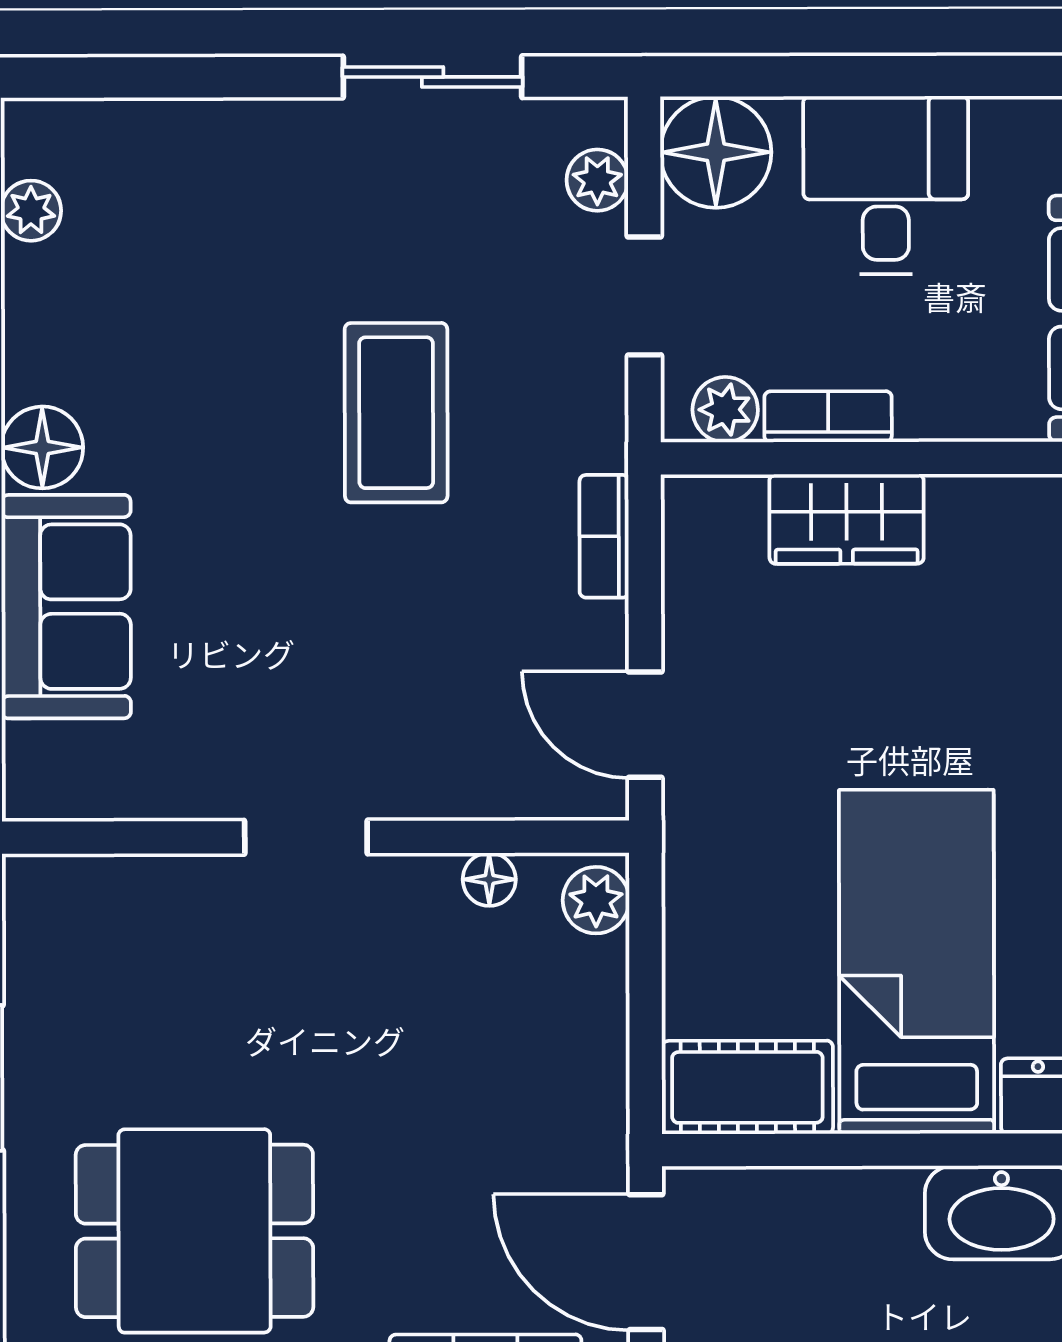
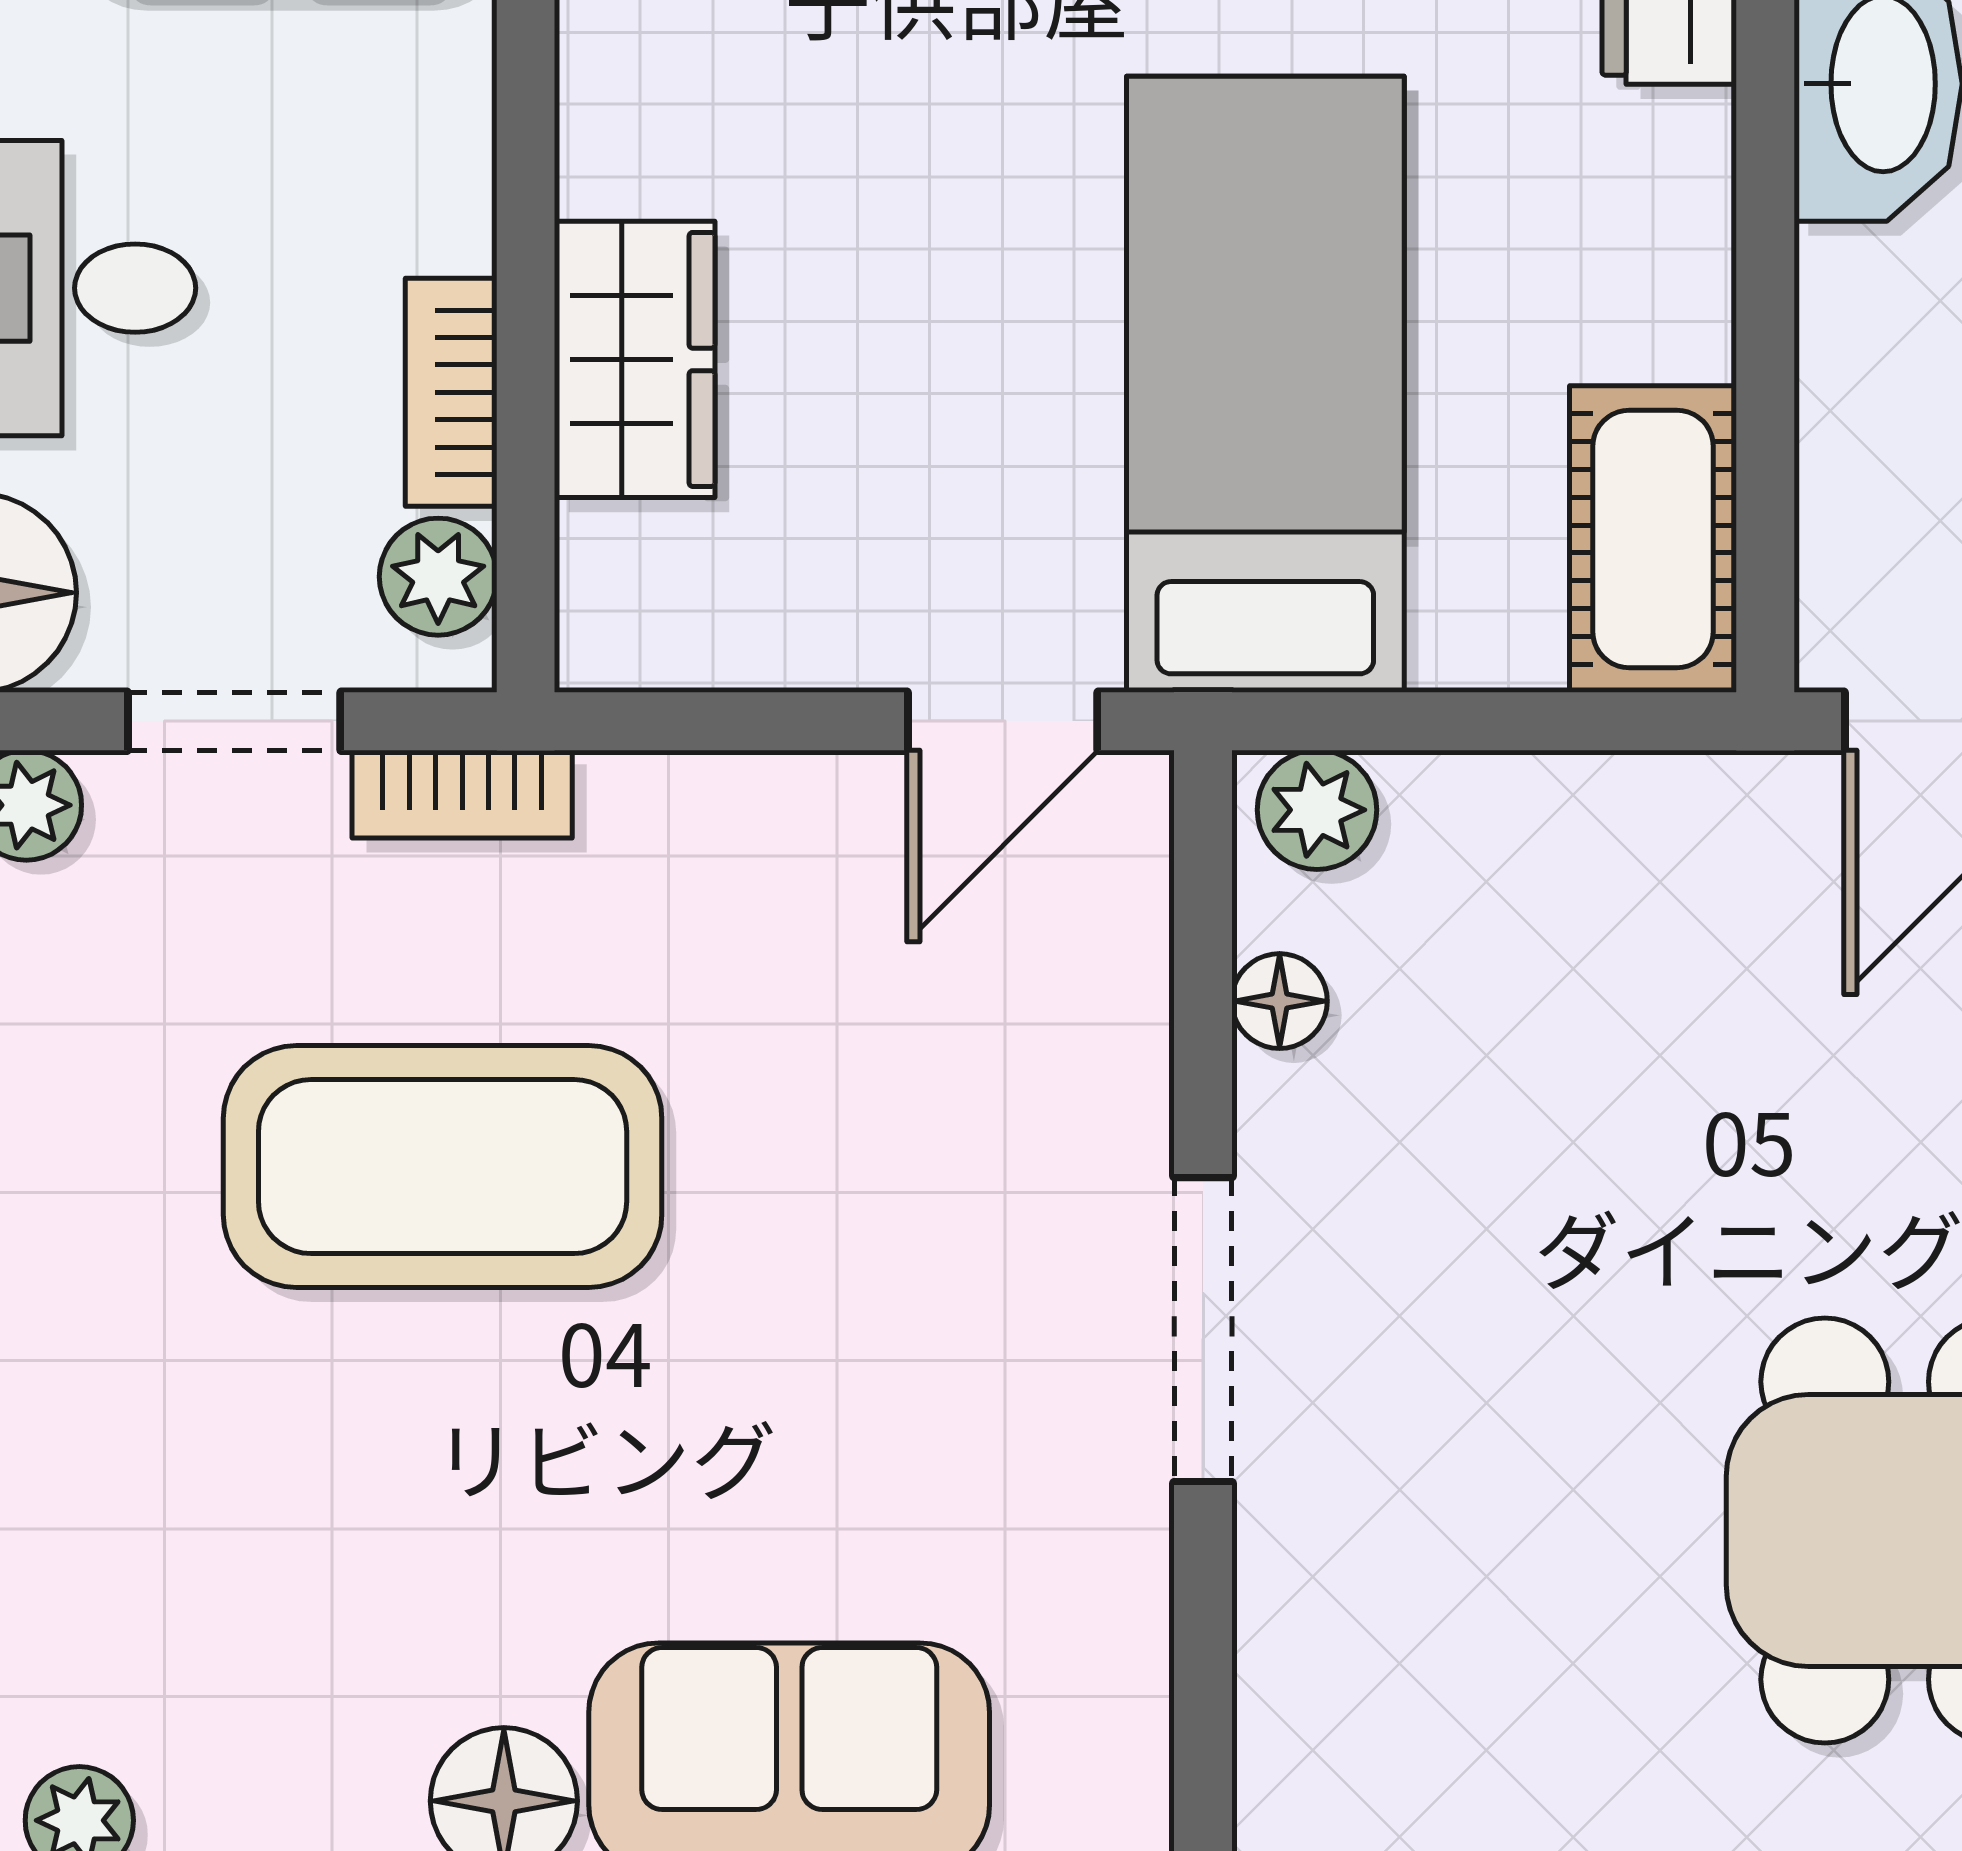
coffee table: (396, 413) -> (443, 1167), width x1.36, depth x1.32
bookcase: (604, 536) -> (462, 794), moved
doorway: (306, 837) -> (1203, 1330), width x1.38
bed: (917, 962) -> (1265, 384), moved, turned 90

